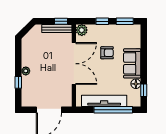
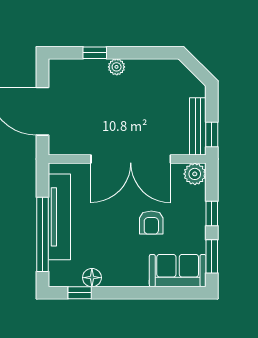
sofa: (132, 63) -> (178, 271), moved

